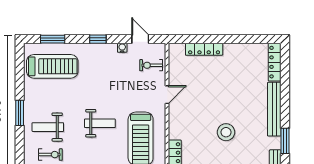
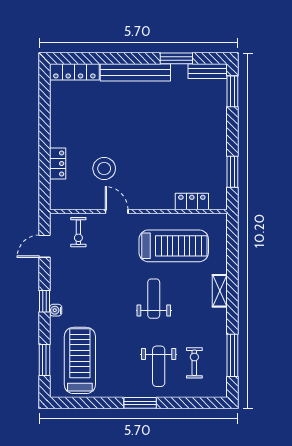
water cooler: (122, 48) -> (56, 310), moved
locker: (204, 49) -> (58, 164), width x0.66
stool: (226, 132) -> (104, 168), moved

